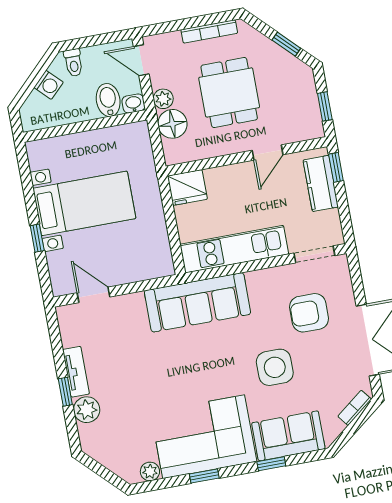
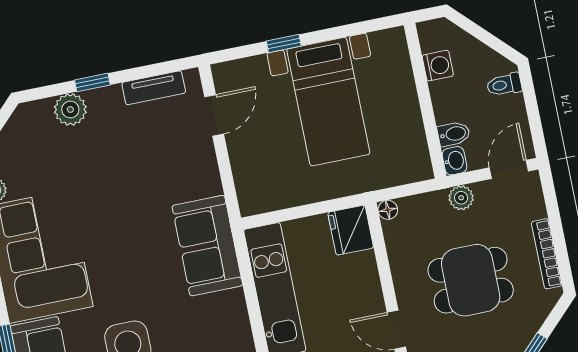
washing machine: (49, 85) -> (438, 66), moved, turned -135
bidet: (108, 100) -> (454, 134), width x0.72, depth x0.74
floor lamp: (172, 124) -> (388, 210), moved, width x0.53, depth x0.53
sofa: (197, 302) -> (207, 246), width x0.73
tv unit: (76, 372) -> (154, 88), moved

